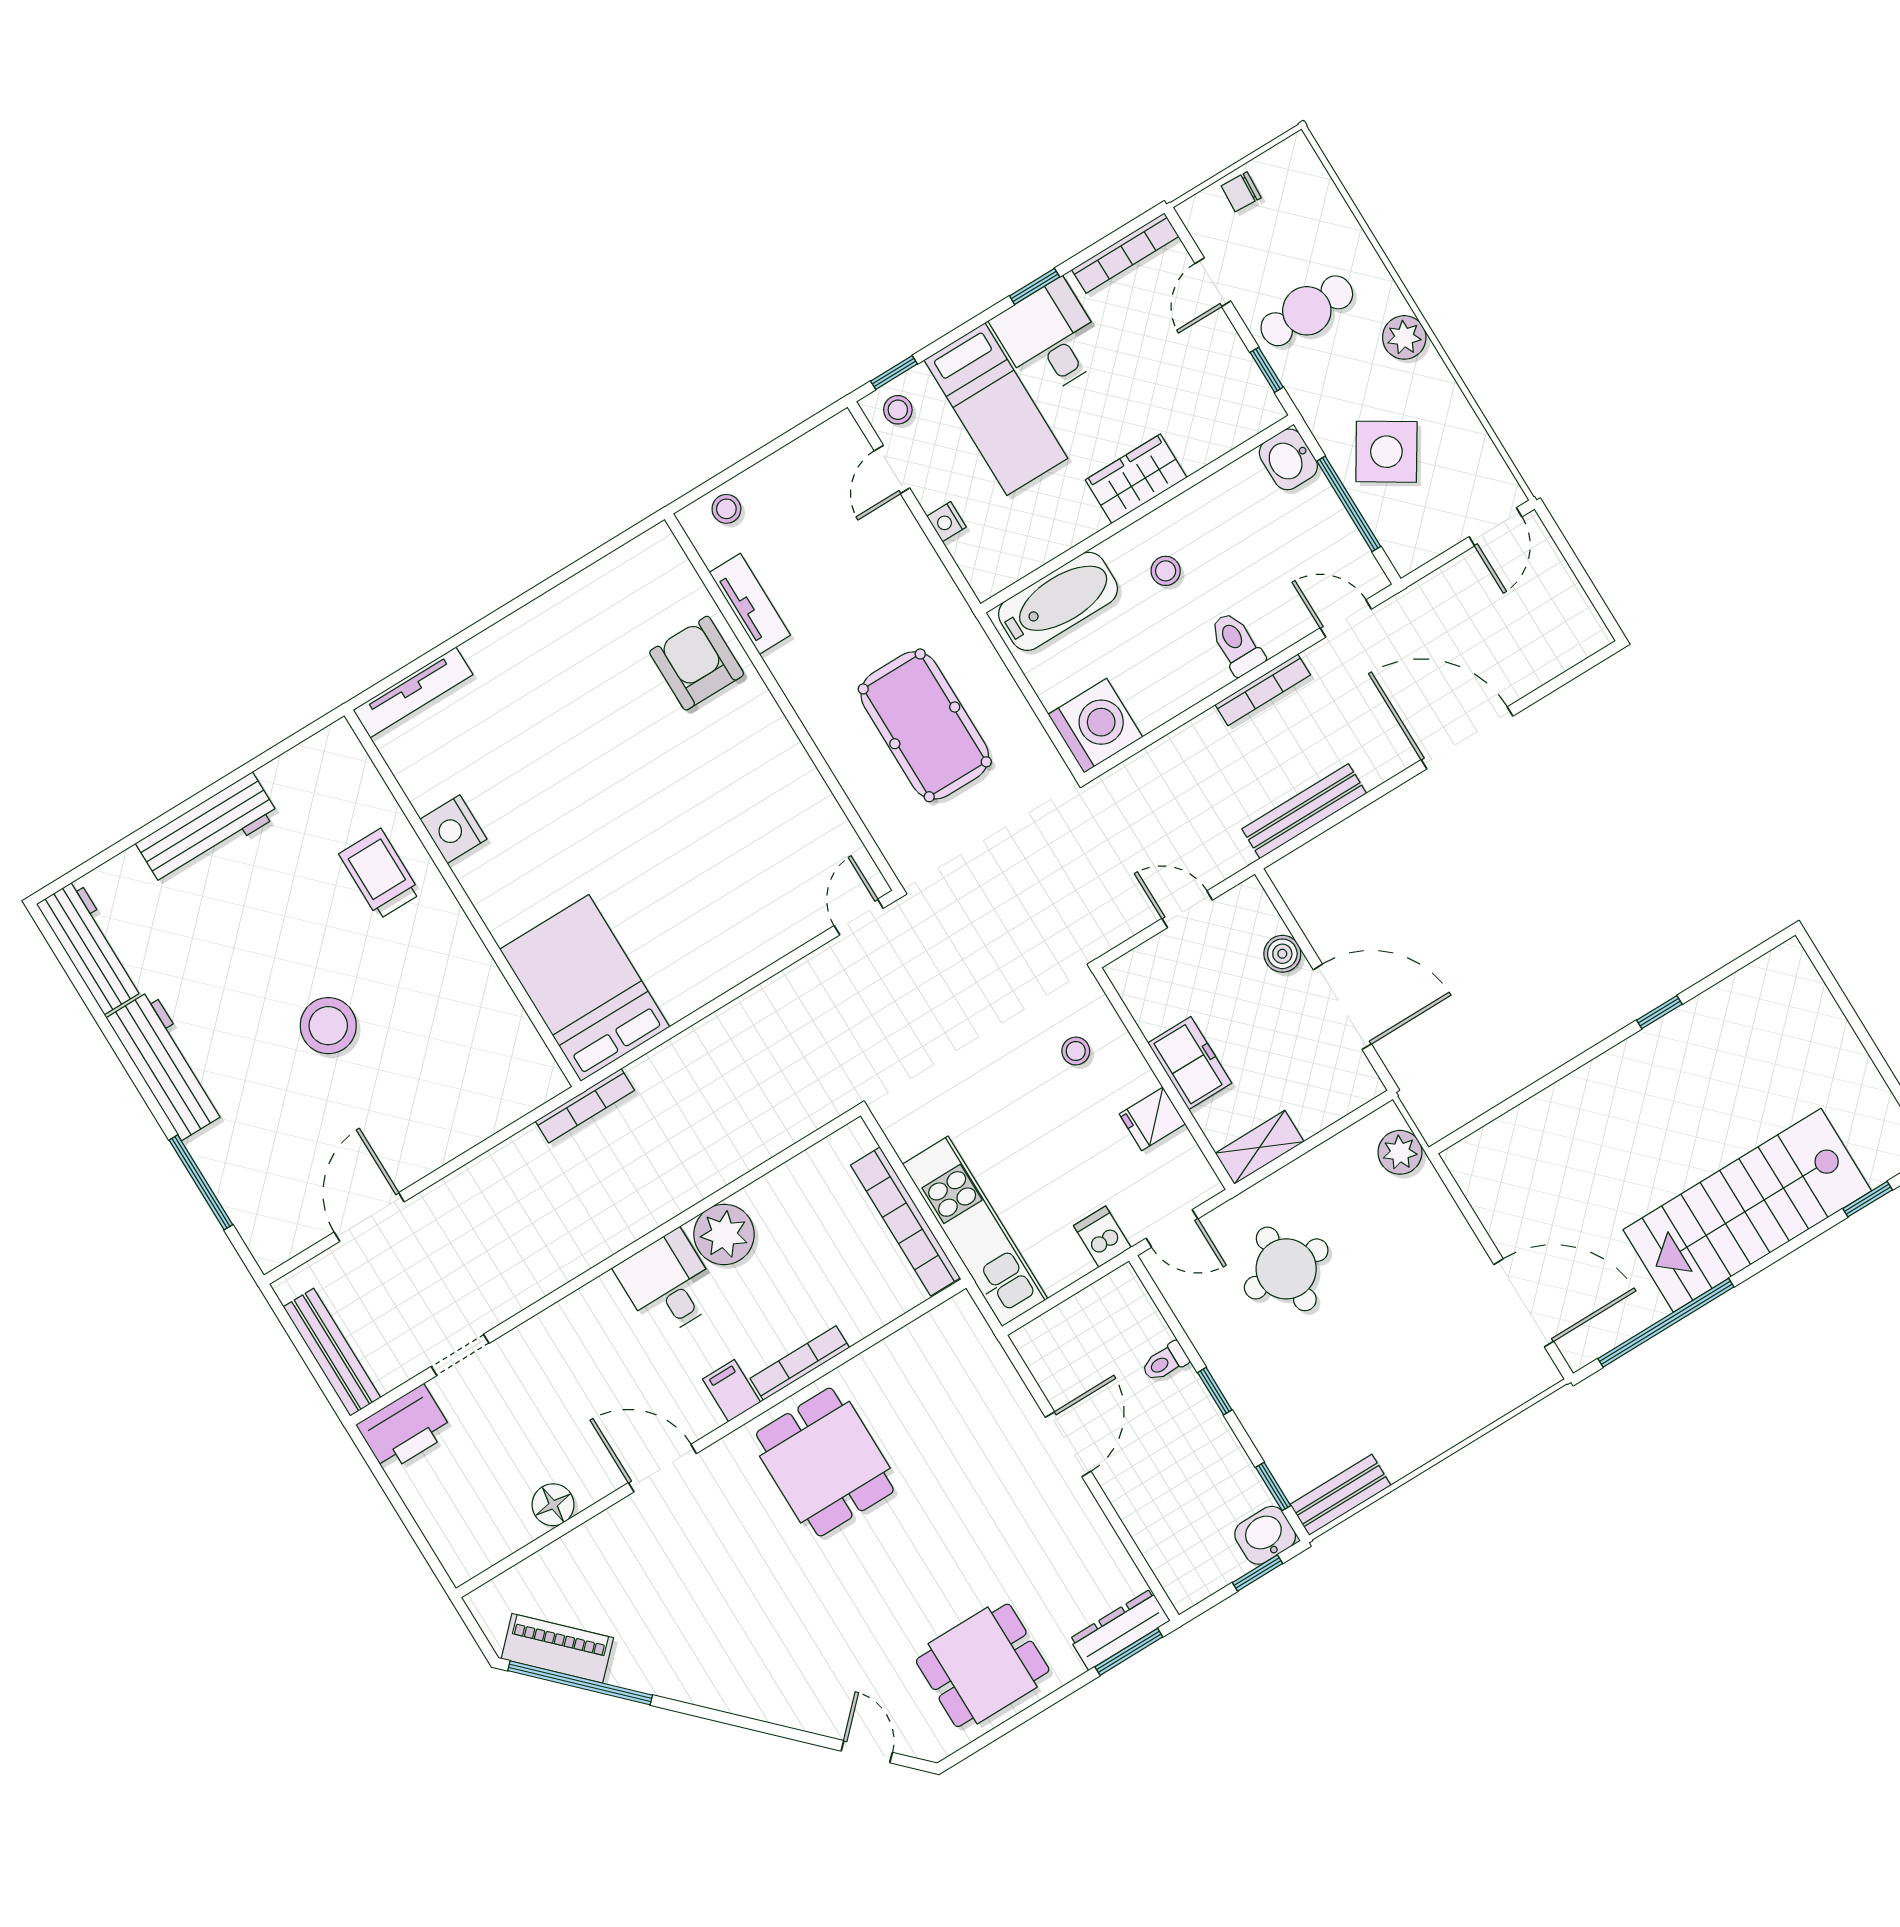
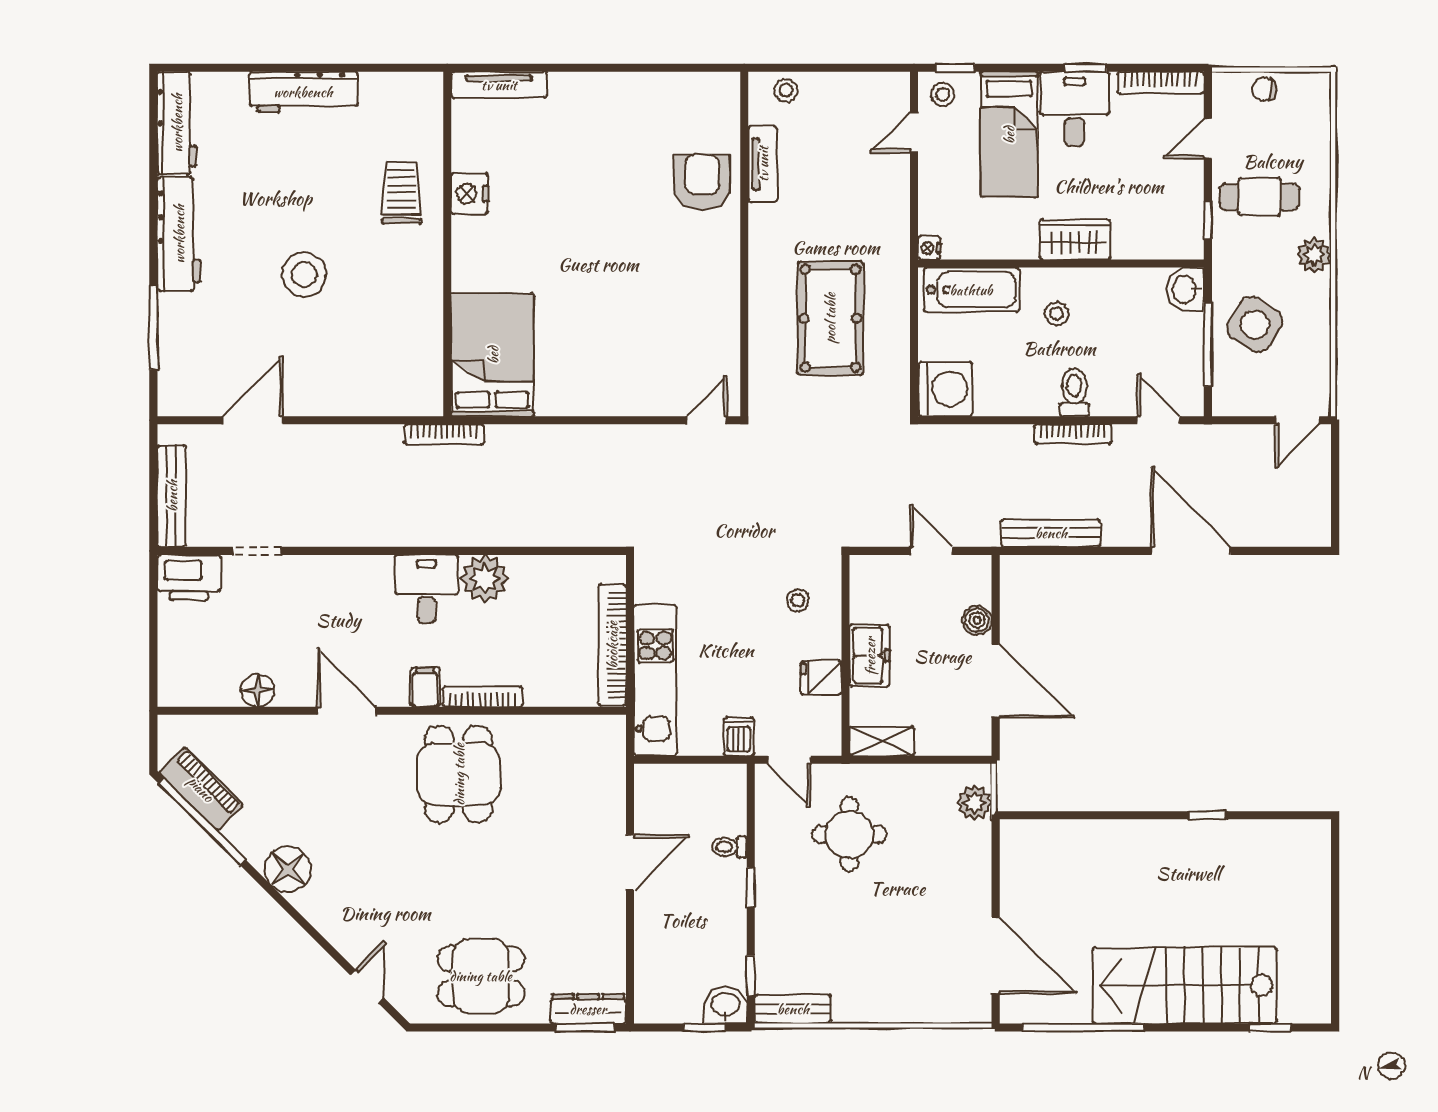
nightstand: (946, 522) -> (929, 248), moved
floor lamp: (704, 1678) -> (288, 869), added

